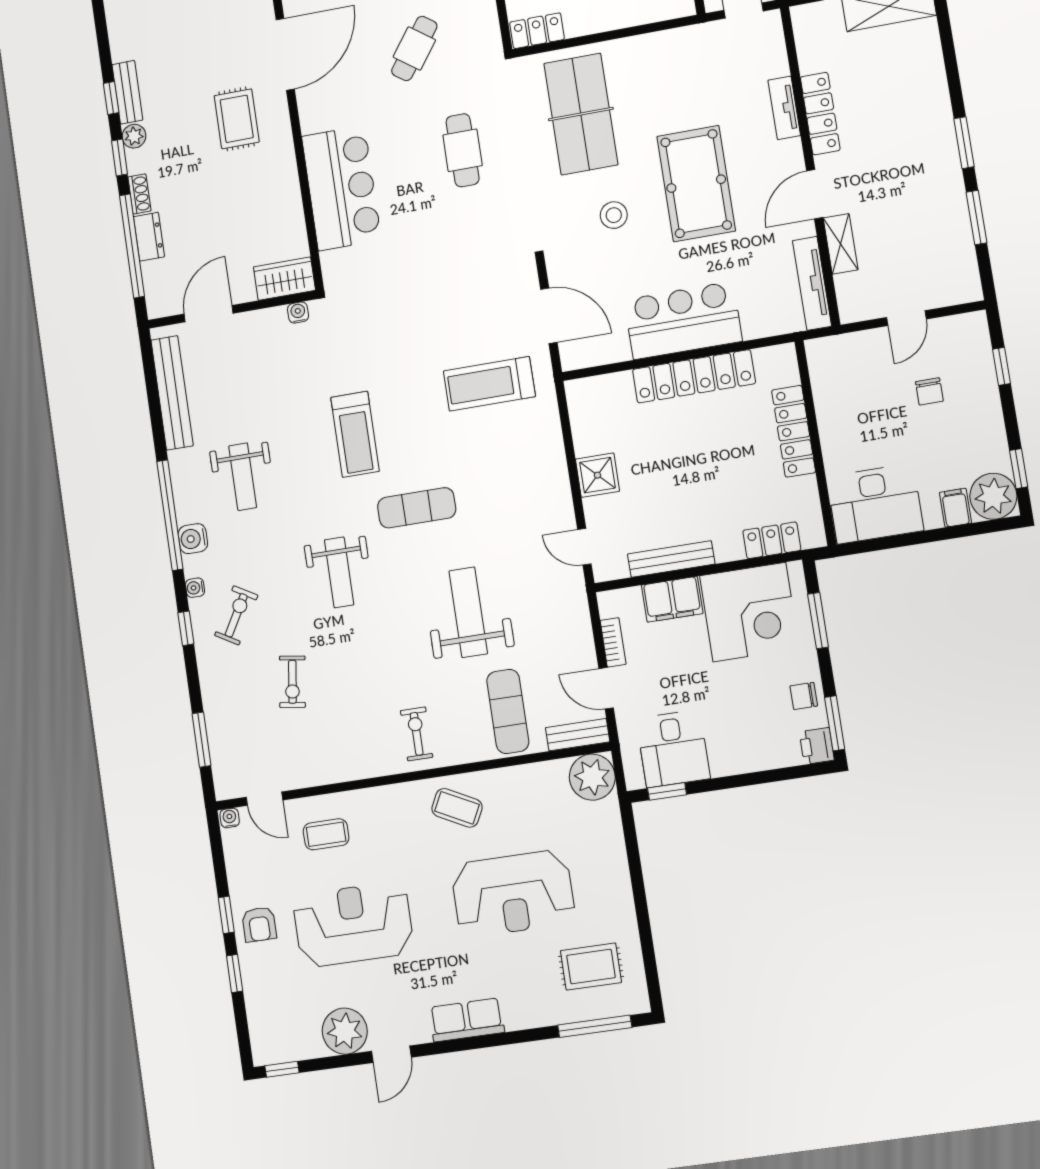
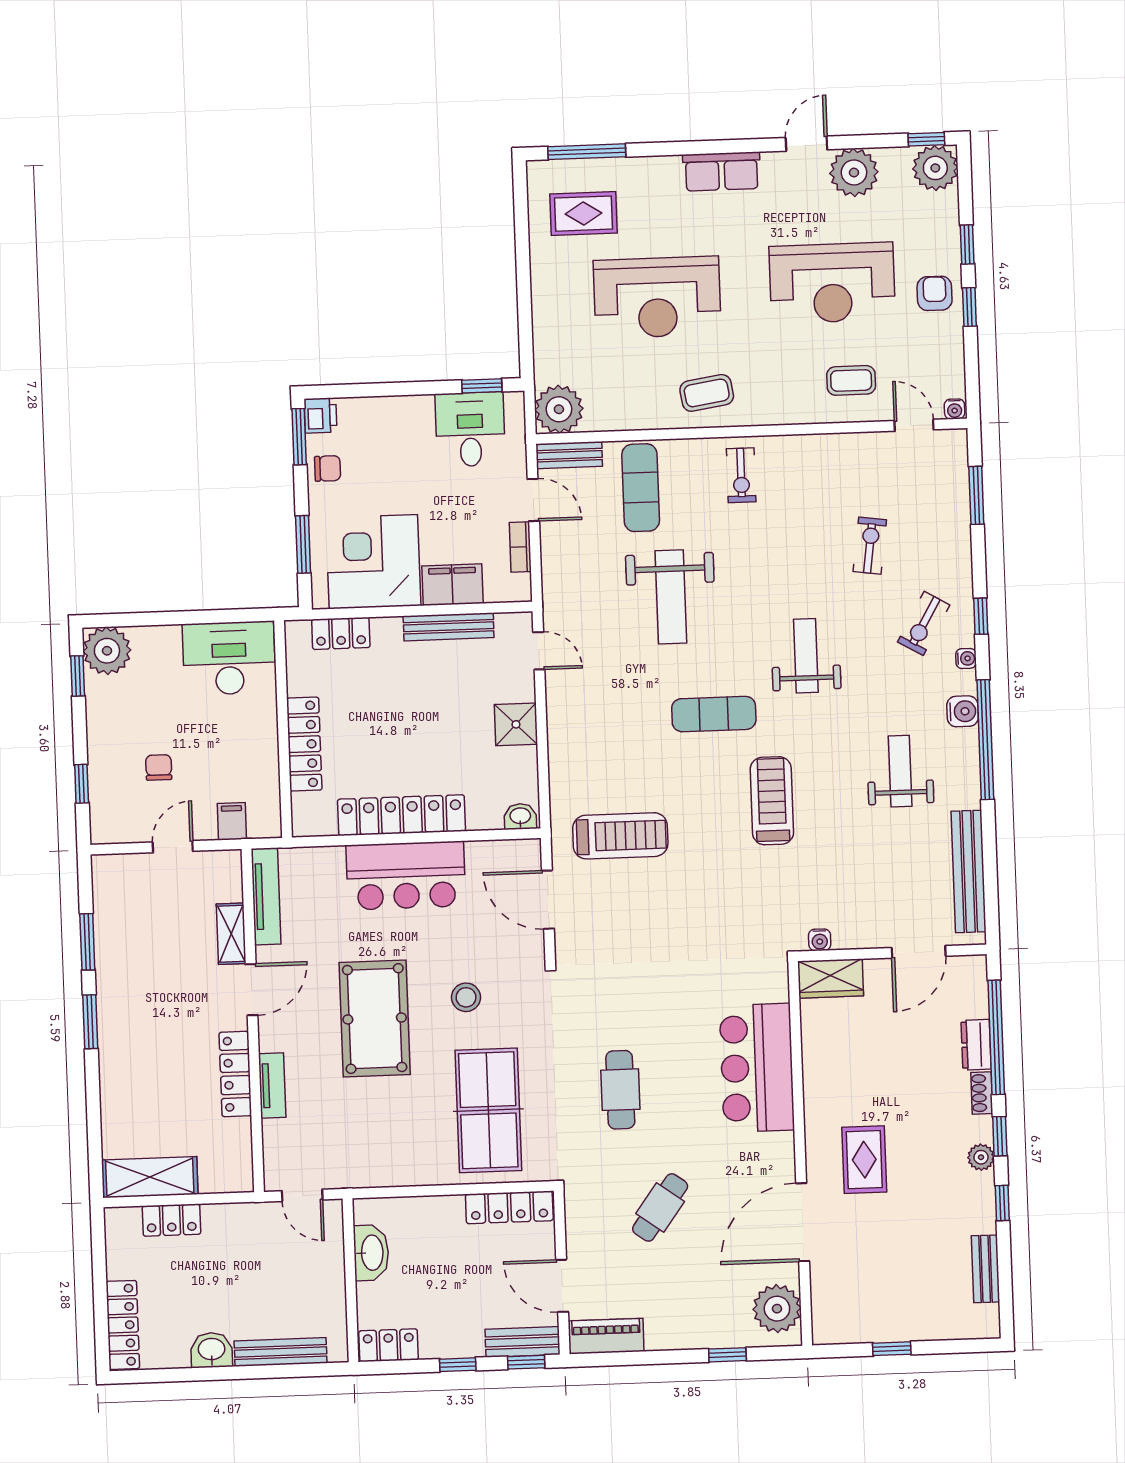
locker: (537, 31) -> (509, 1207), width x1.53
bench: (127, 92) -> (986, 1269), moved
washbasin: (583, 390) -> (520, 816), added
filing cabinet: (955, 508) -> (232, 821), moved, turned 180
coffee table: (457, 808) -> (707, 393), turned -36
reception desk: (513, 894) -> (657, 297), turned 180
plant: (271, 1043) -> (935, 168), added

